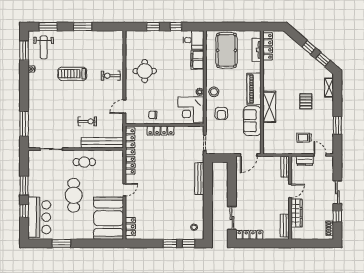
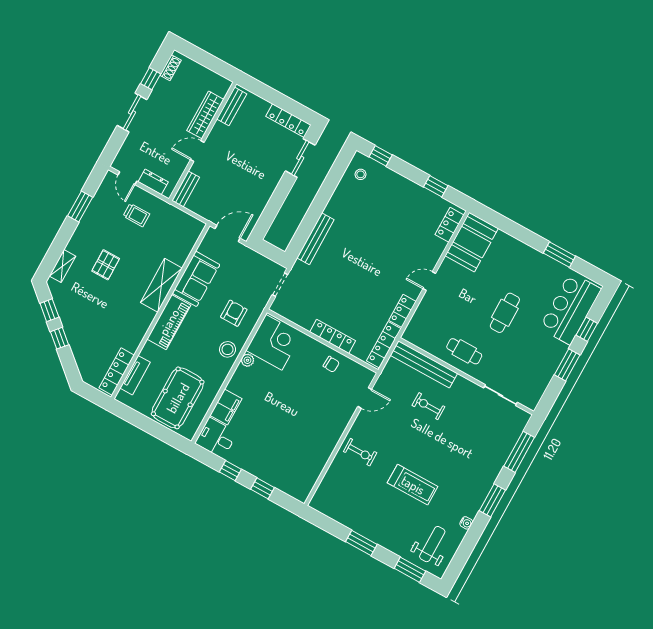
window: (24, 51) -> (492, 500), moved
round table: (145, 71) -> (309, 432), removed
cafe table: (74, 195) -> (505, 313), width x0.73, depth x0.74
booth: (109, 218) -> (472, 242), width x0.73, depth x0.70
window: (170, 243) -> (436, 186), moved

